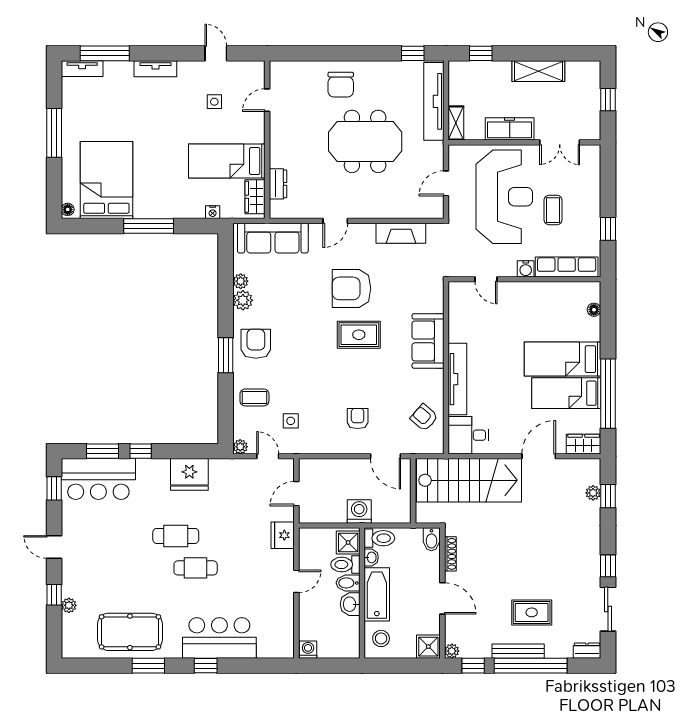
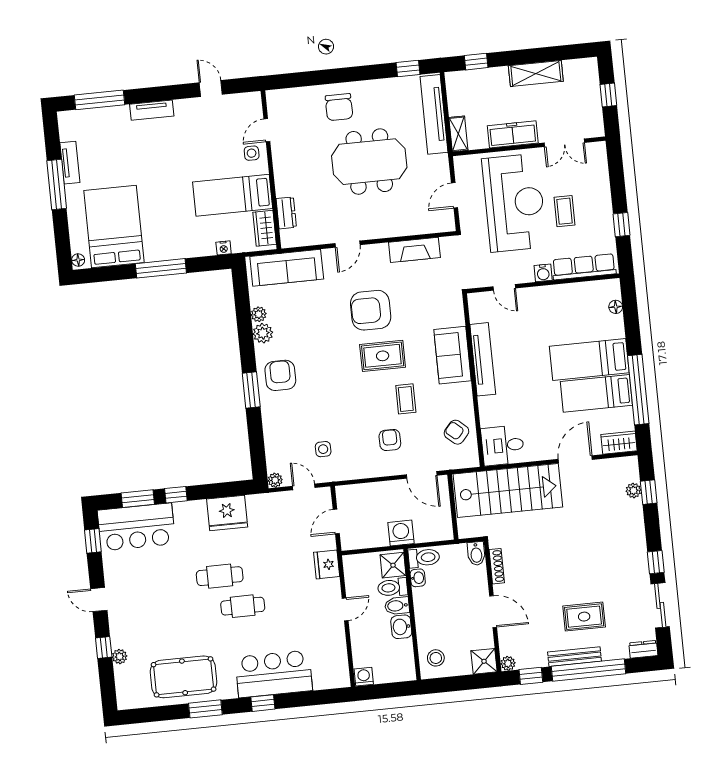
tv unit: (82, 69) -> (70, 163), moved, turned -90
side table: (214, 102) -> (252, 153), moved
tv unit: (457, 379) -> (483, 359), moved
coffee table: (254, 397) -> (406, 399), moved, turned 90
bathtub: (377, 594) -> (427, 614), removed

